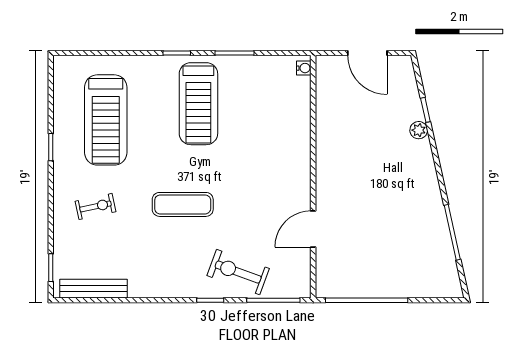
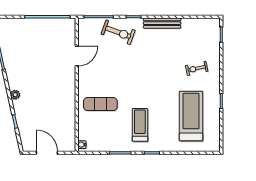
treadmill: (198, 104) -> (140, 125), width x0.73, depth x0.73
plant: (419, 130) -> (15, 95), moved
exercise mat: (183, 204) -> (100, 104), moved
bench: (94, 289) -> (162, 23), moved

